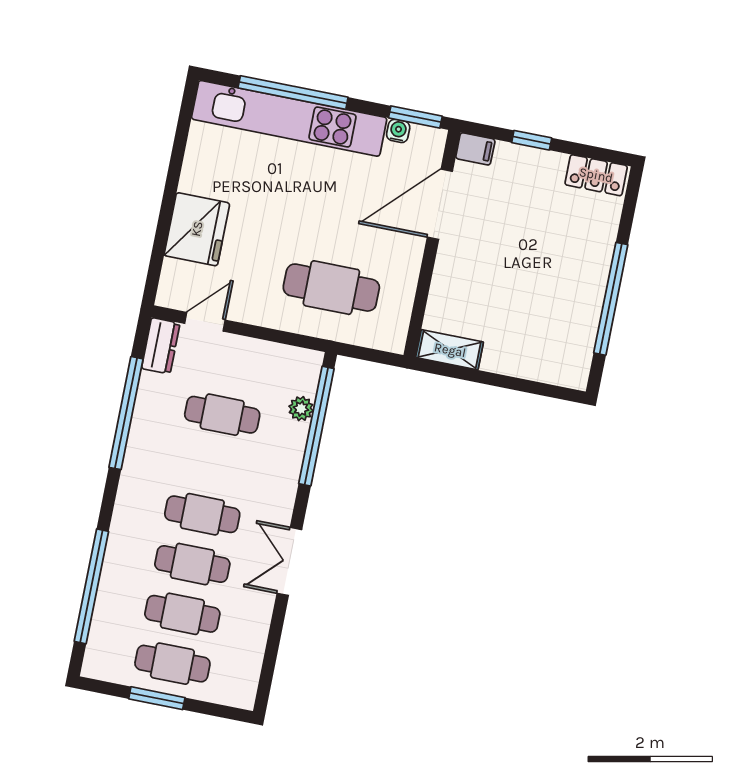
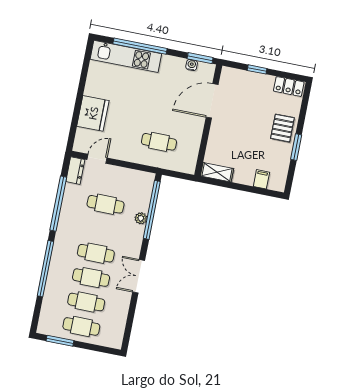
kitchen unit: (289, 118) -> (126, 56), width x0.73
filing cabinet: (475, 149) -> (261, 179), moved, turned -90
pallet: (583, 260) -> (282, 128), added
cafe table: (331, 288) -> (159, 142), width x0.73, depth x0.74
window: (611, 299) -> (296, 147), width x0.47
plant: (301, 409) -> (141, 218), moved
window: (91, 586) -> (45, 269), moved
window: (157, 698) -> (60, 341), moved

